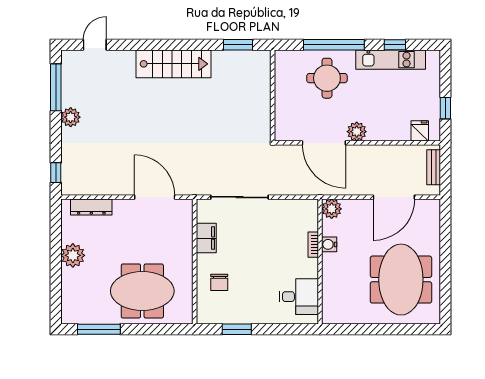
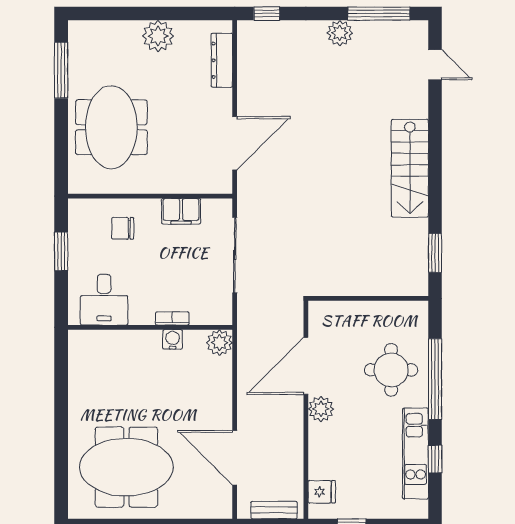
plant: (332, 209) -> (219, 343), moved
water cooler: (329, 244) -> (173, 339), moved
bookcase: (313, 245) -> (172, 318), moved
wall: (320, 262) -> (150, 327), moved
desk: (299, 297) -> (104, 300), moved

